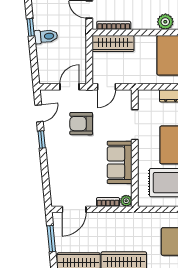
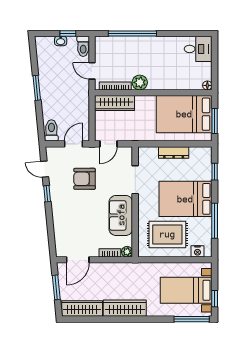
plant: (165, 22) -> (140, 82), moved
window: (31, 27) -> (37, 88), width x1.50
toilet: (46, 36) -> (51, 130), moved, turned -84
door: (39, 113) -> (45, 169), swing flipped

